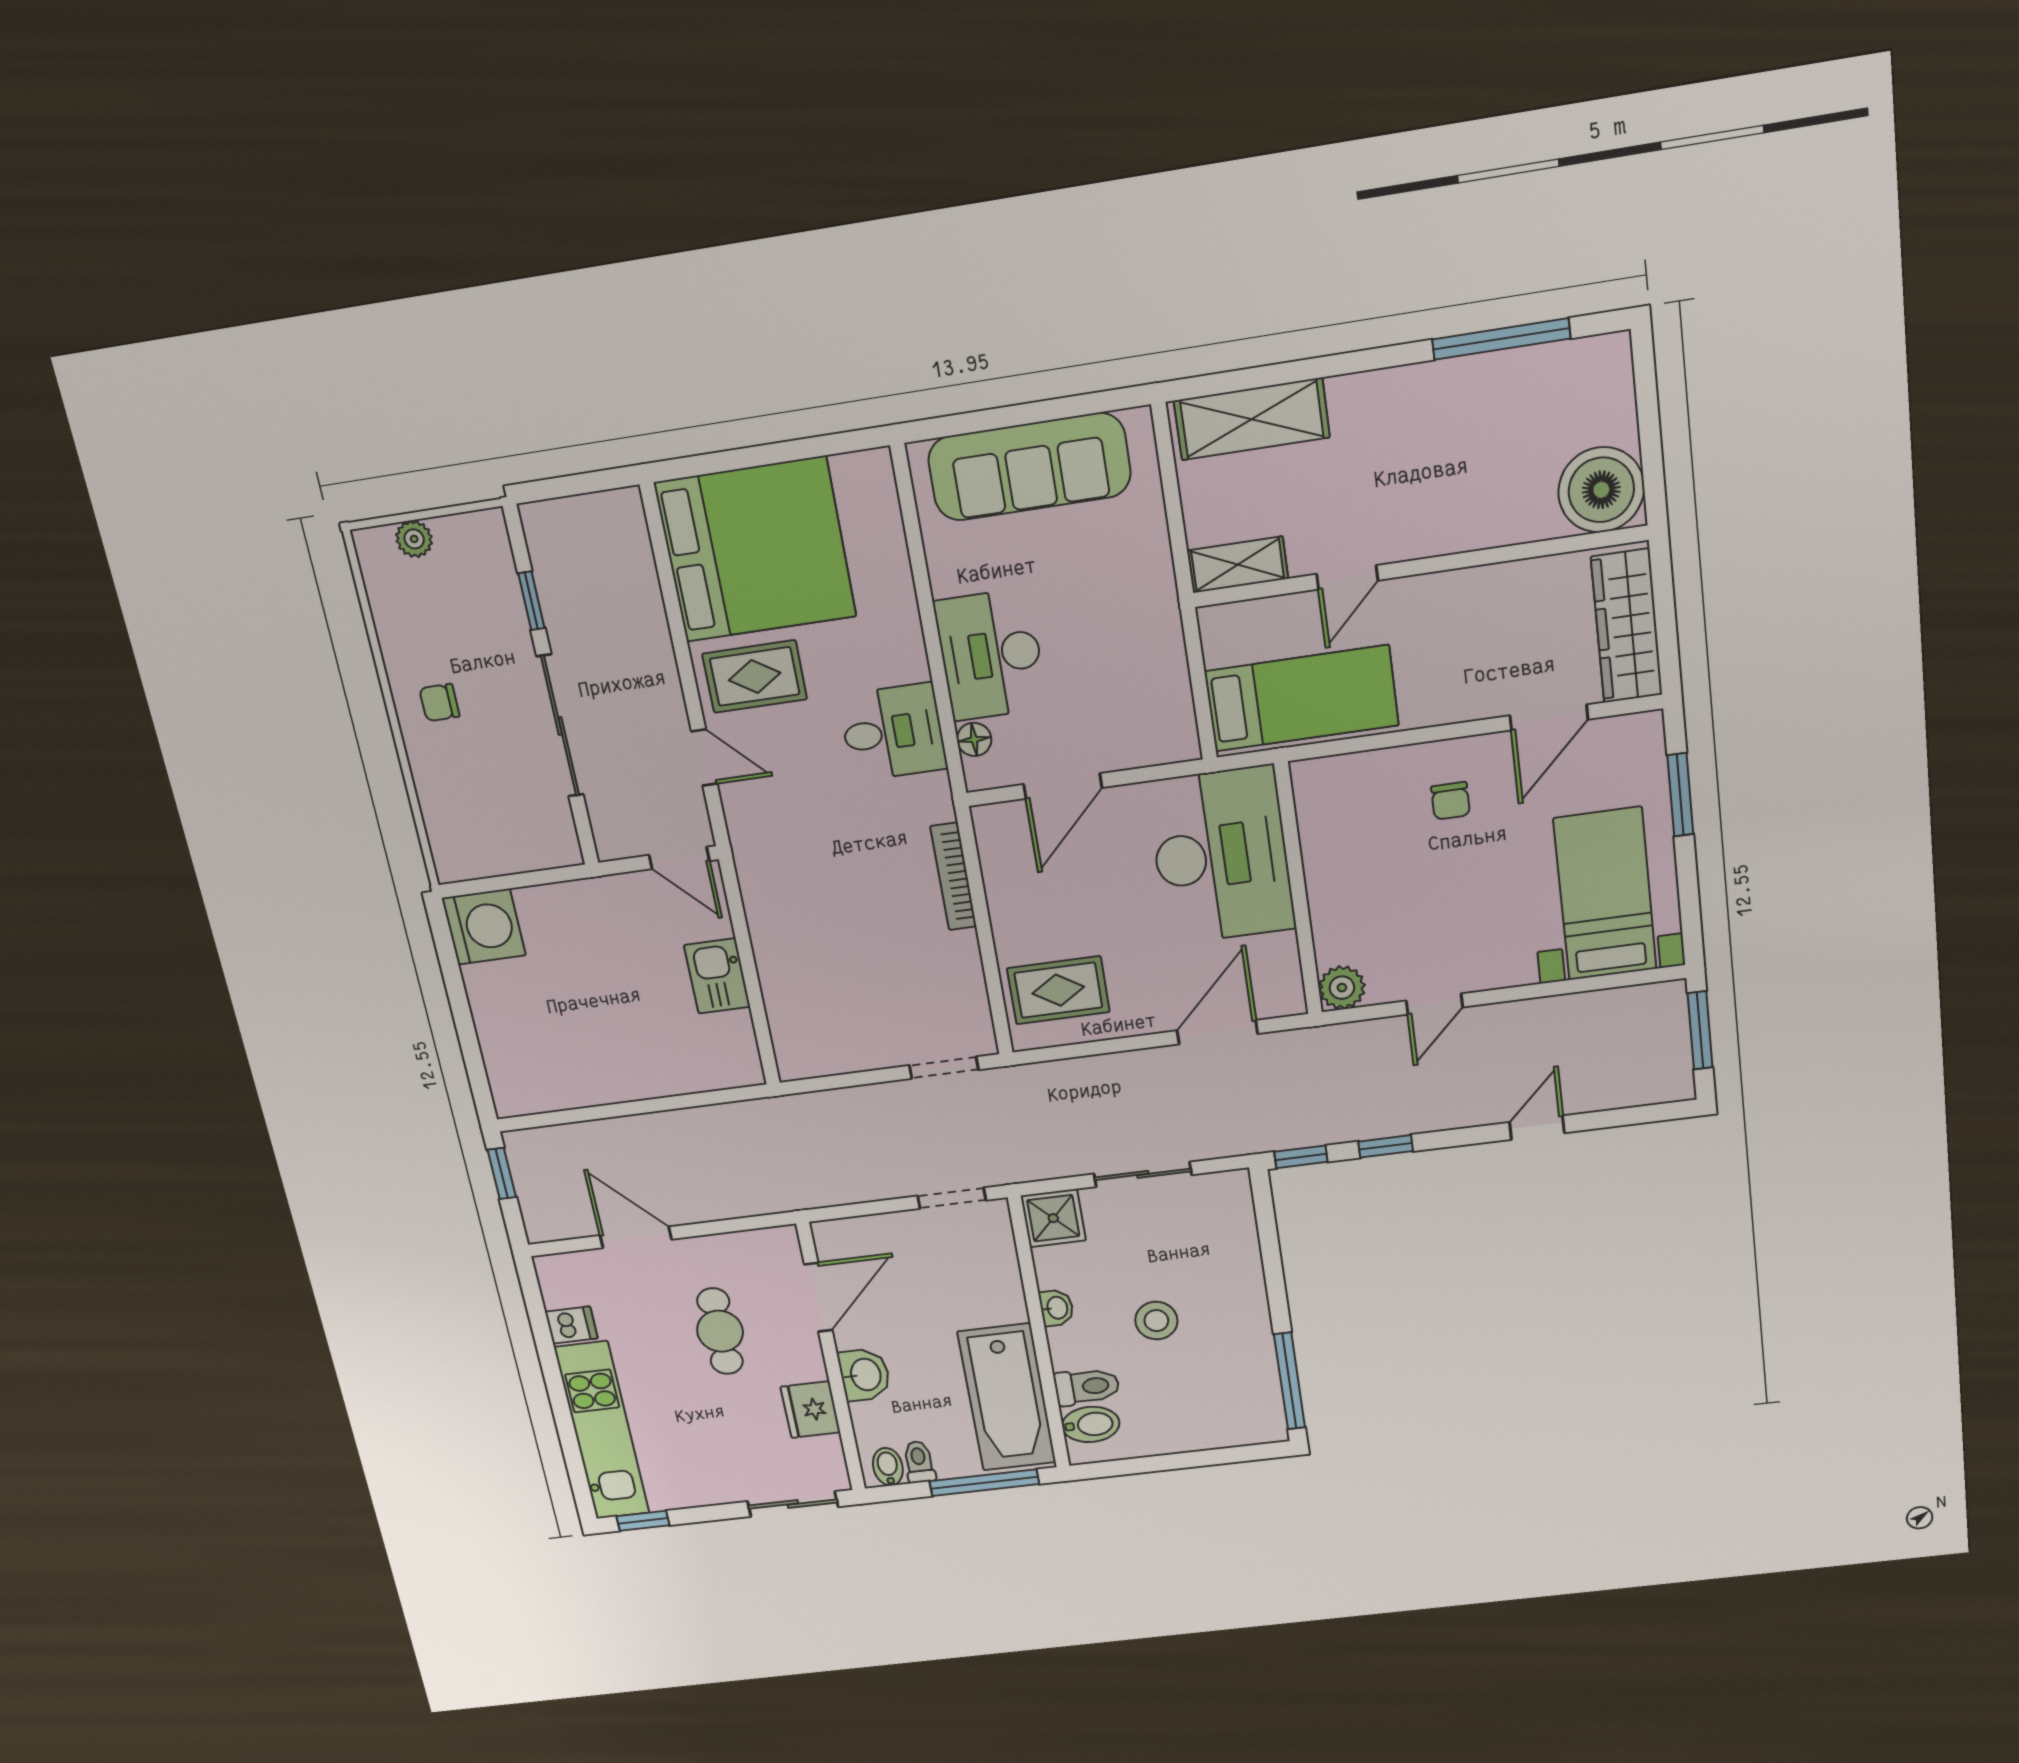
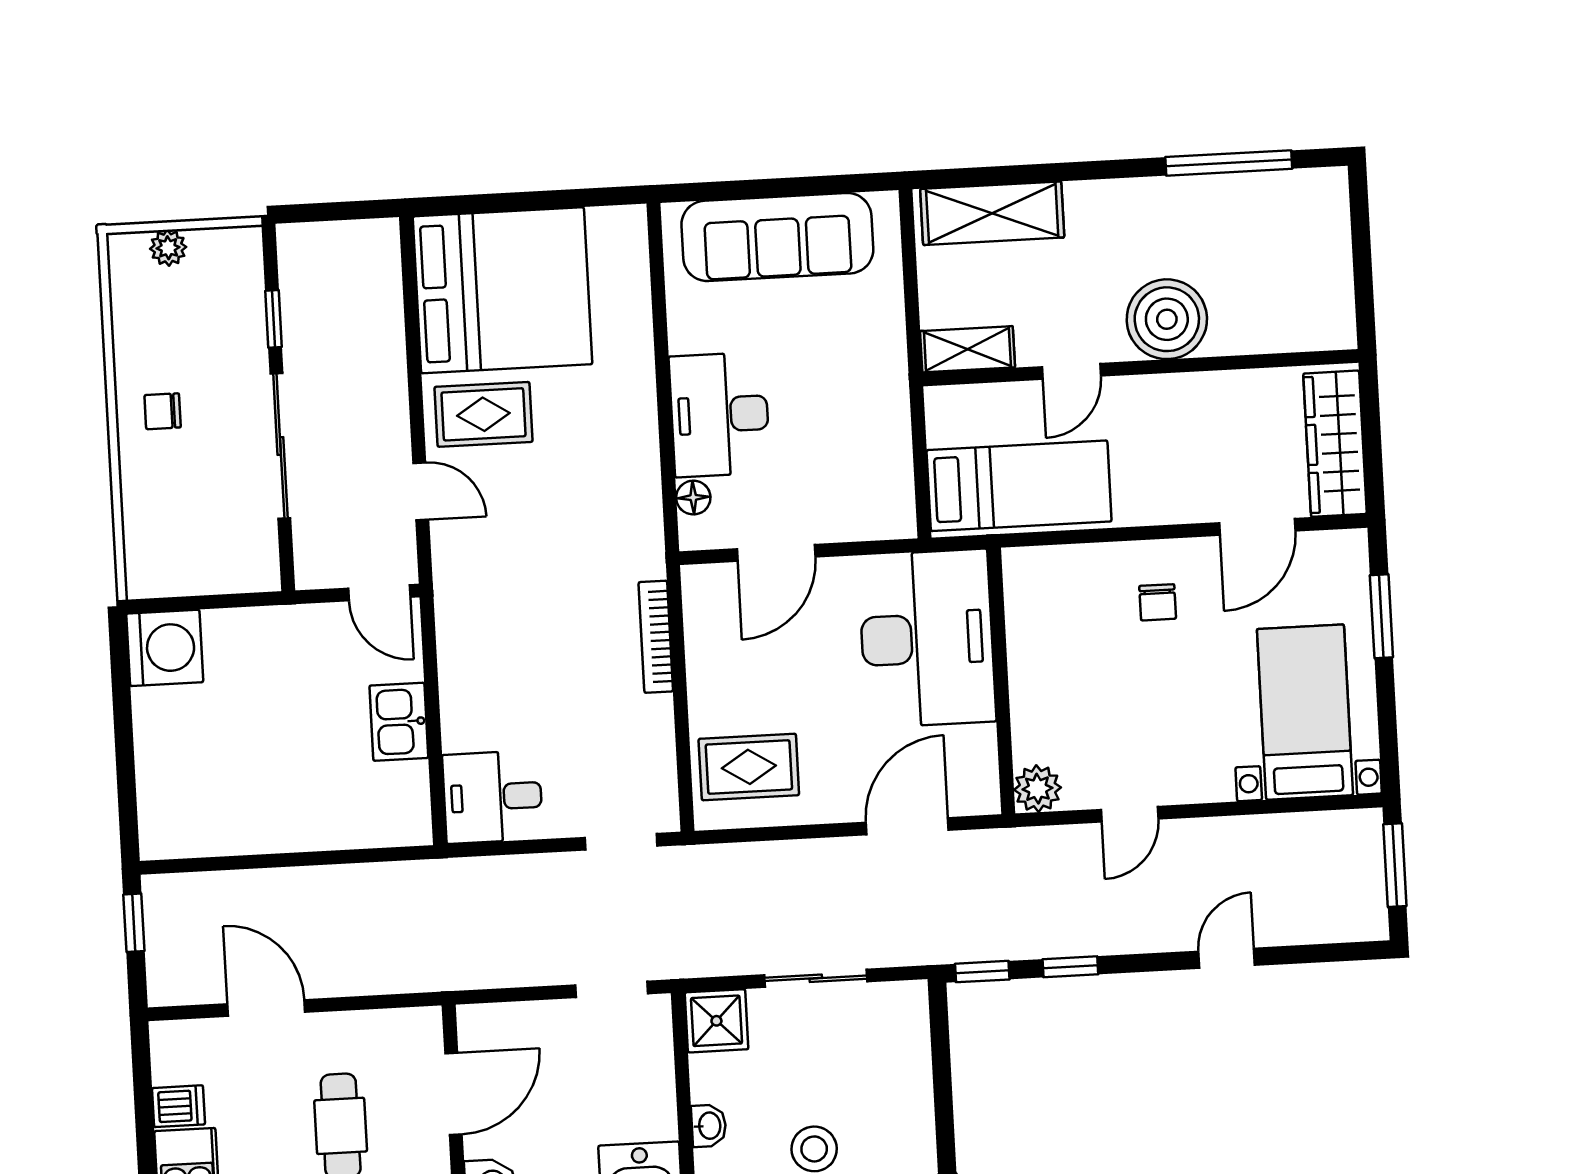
boiler: (1601, 490) -> (1167, 319), moved
desk: (893, 732) -> (493, 797), moved, turned 180

